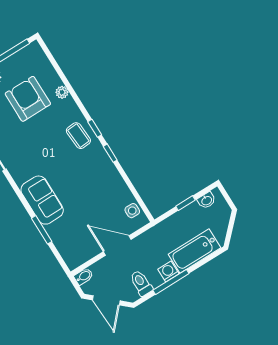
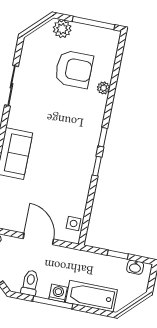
armchair: (28, 99) -> (74, 69), turned 90
coffee table: (78, 136) -> (86, 131), removed

